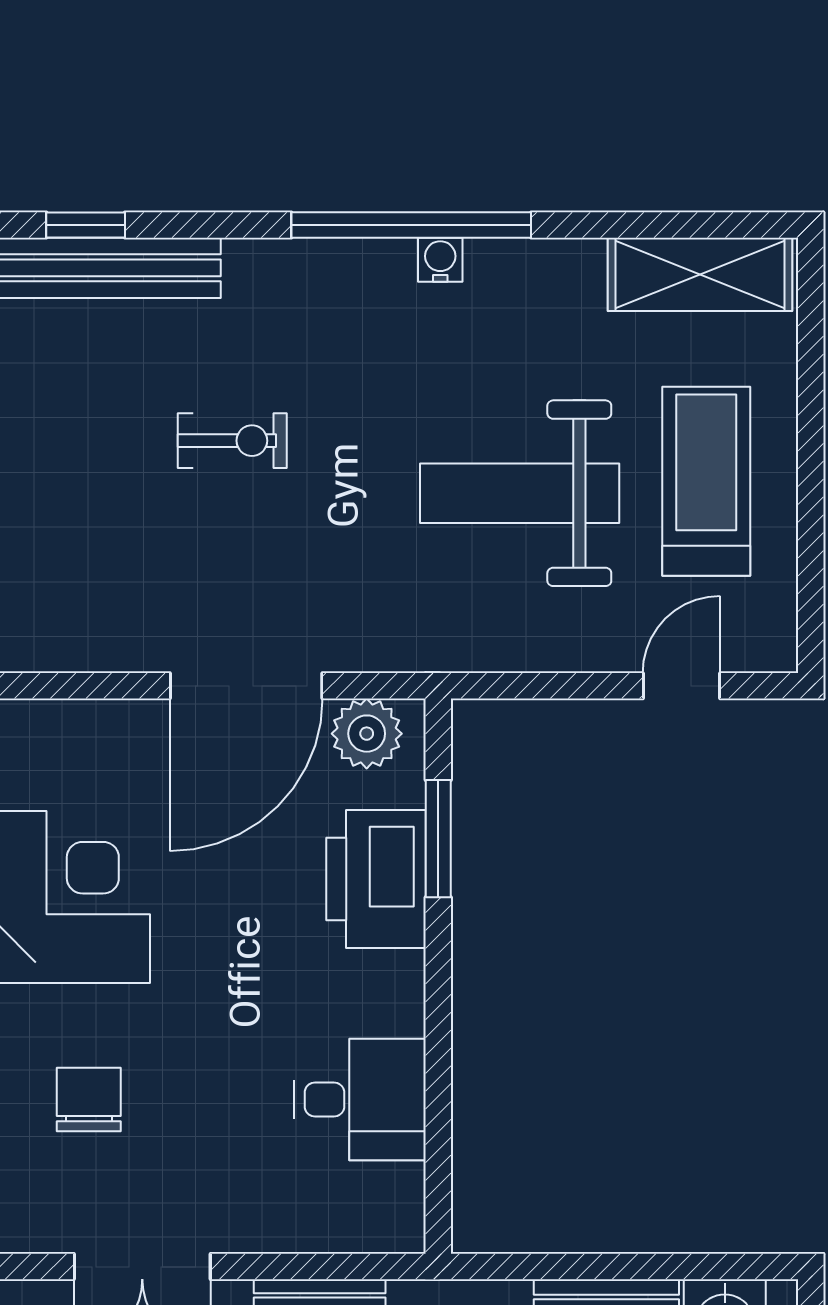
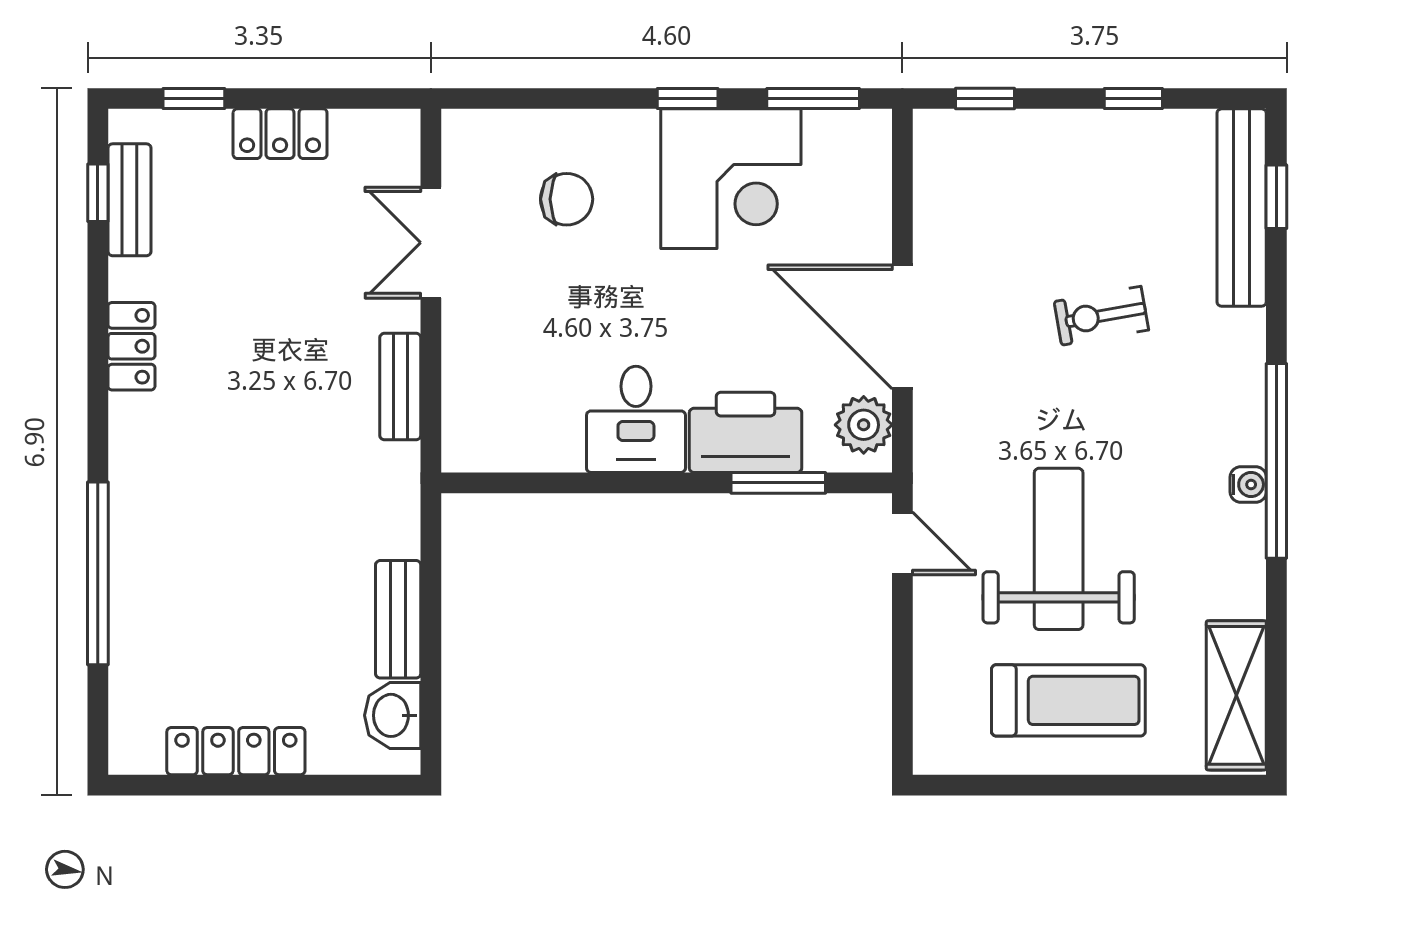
exercise bike: (232, 441) -> (1101, 316), turned 80
door: (681, 686) -> (902, 543), moved
desk: (360, 1100) -> (636, 419), moved

